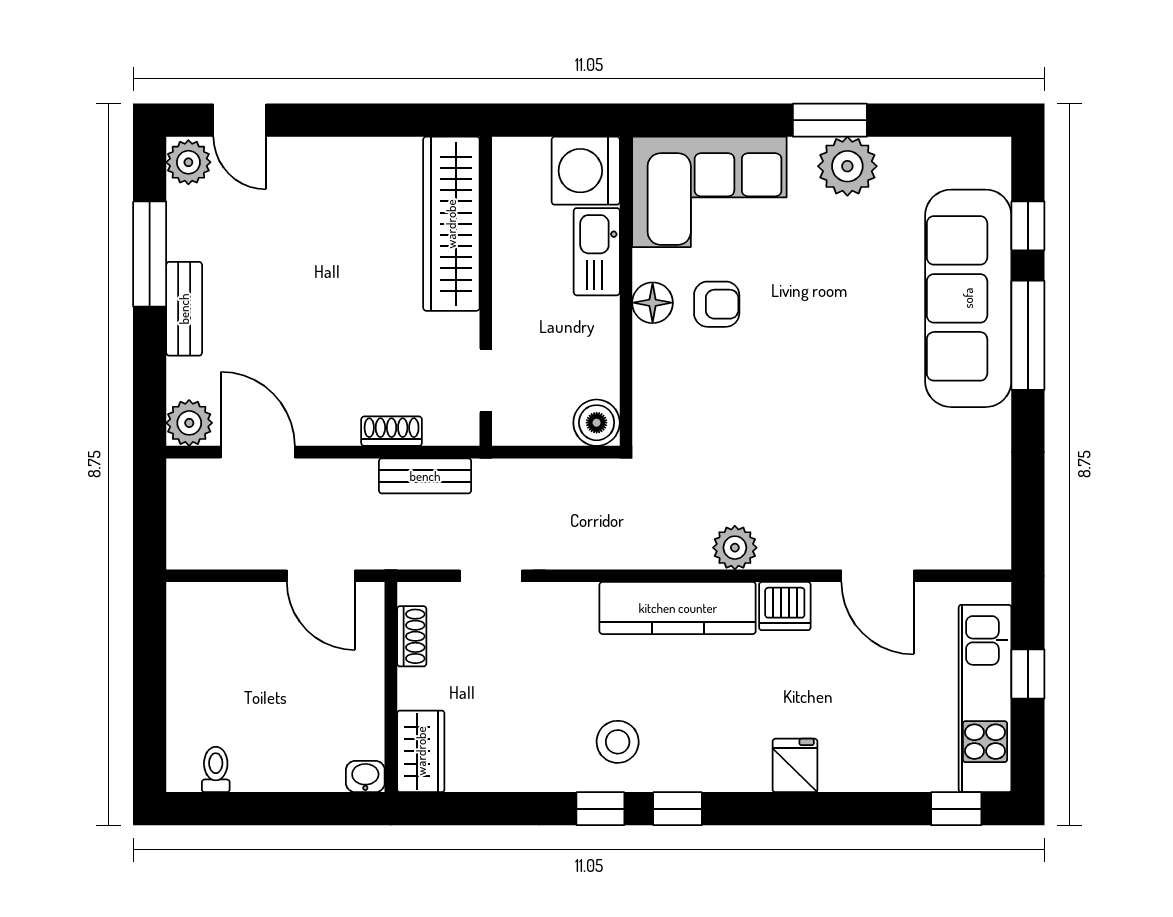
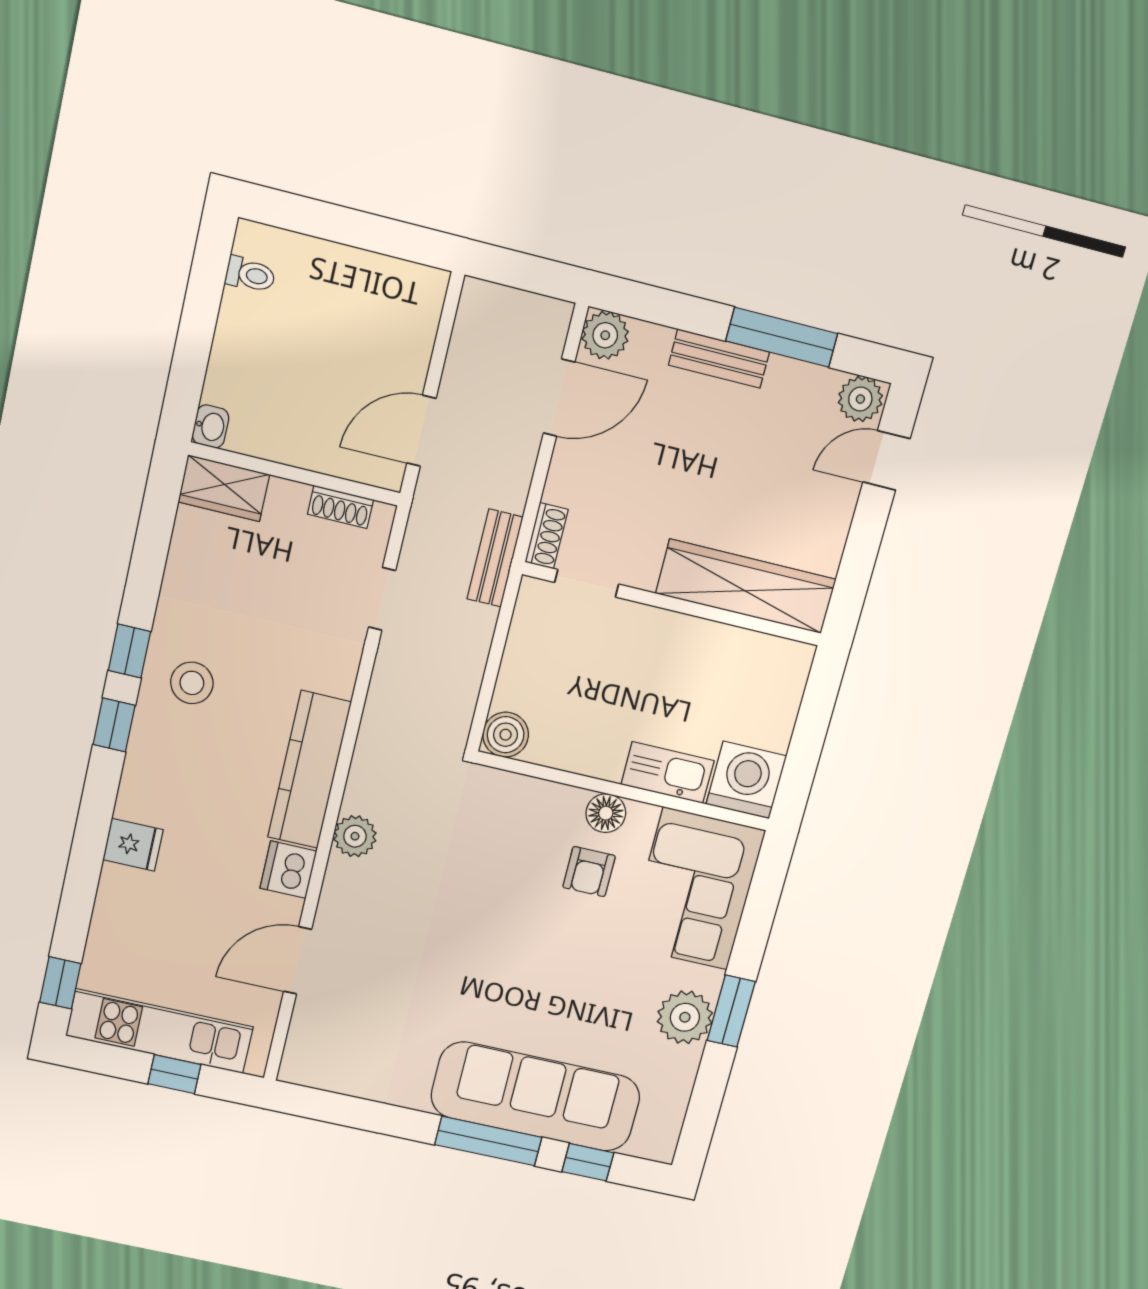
wardrobe: (451, 224) -> (746, 586), moved
wall: (486, 291) -> (672, 604), moved
doorway: (486, 381) -> (587, 583), moved

